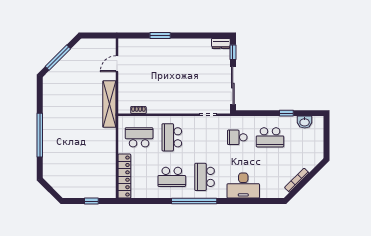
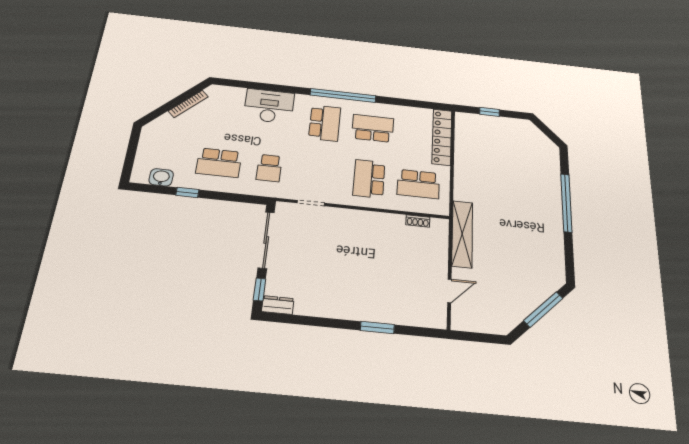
school desk: (172, 137) -> (369, 179), turned 180
school desk: (237, 137) -> (269, 168), turned 90
school desk: (270, 137) -> (219, 163), turned 180

